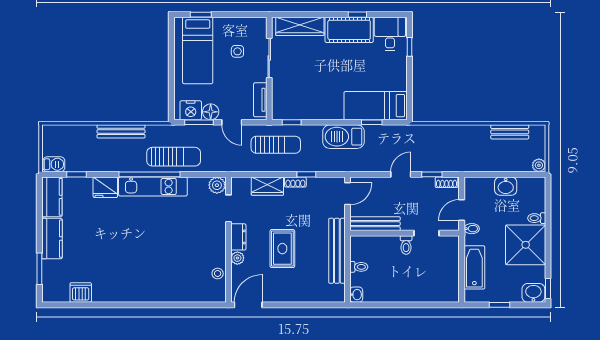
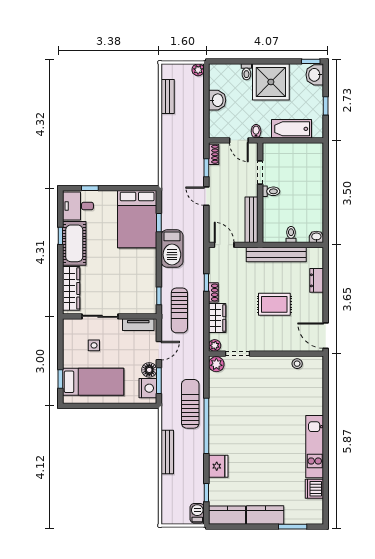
bed: (376, 106) -> (137, 219), width x1.50
sun lounger: (276, 145) -> (179, 310), turned 180
kitchen unit: (153, 186) -> (315, 447), moved, turned 180
dresser: (238, 237) -> (317, 280), moved, turned -90
plant: (237, 258) -> (215, 345), moved

